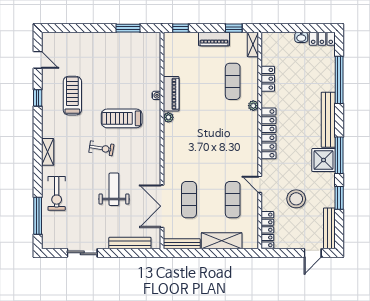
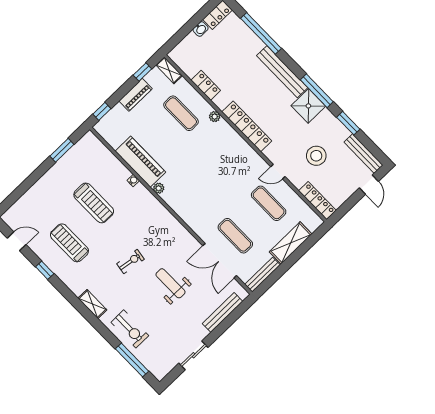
piano: (171, 94) -> (140, 162), width x1.37, depth x1.33
treadmill: (122, 118) -> (94, 203), moved, turned -90

